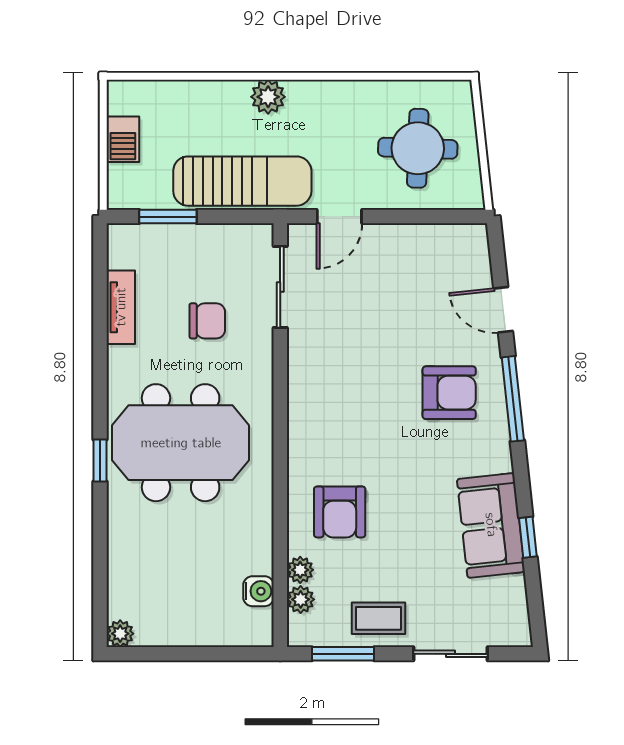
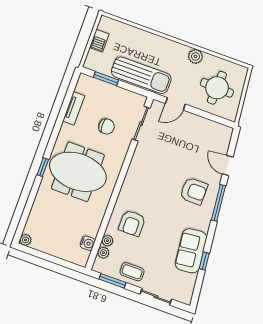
plant: (268, 97) -> (195, 56), moved

